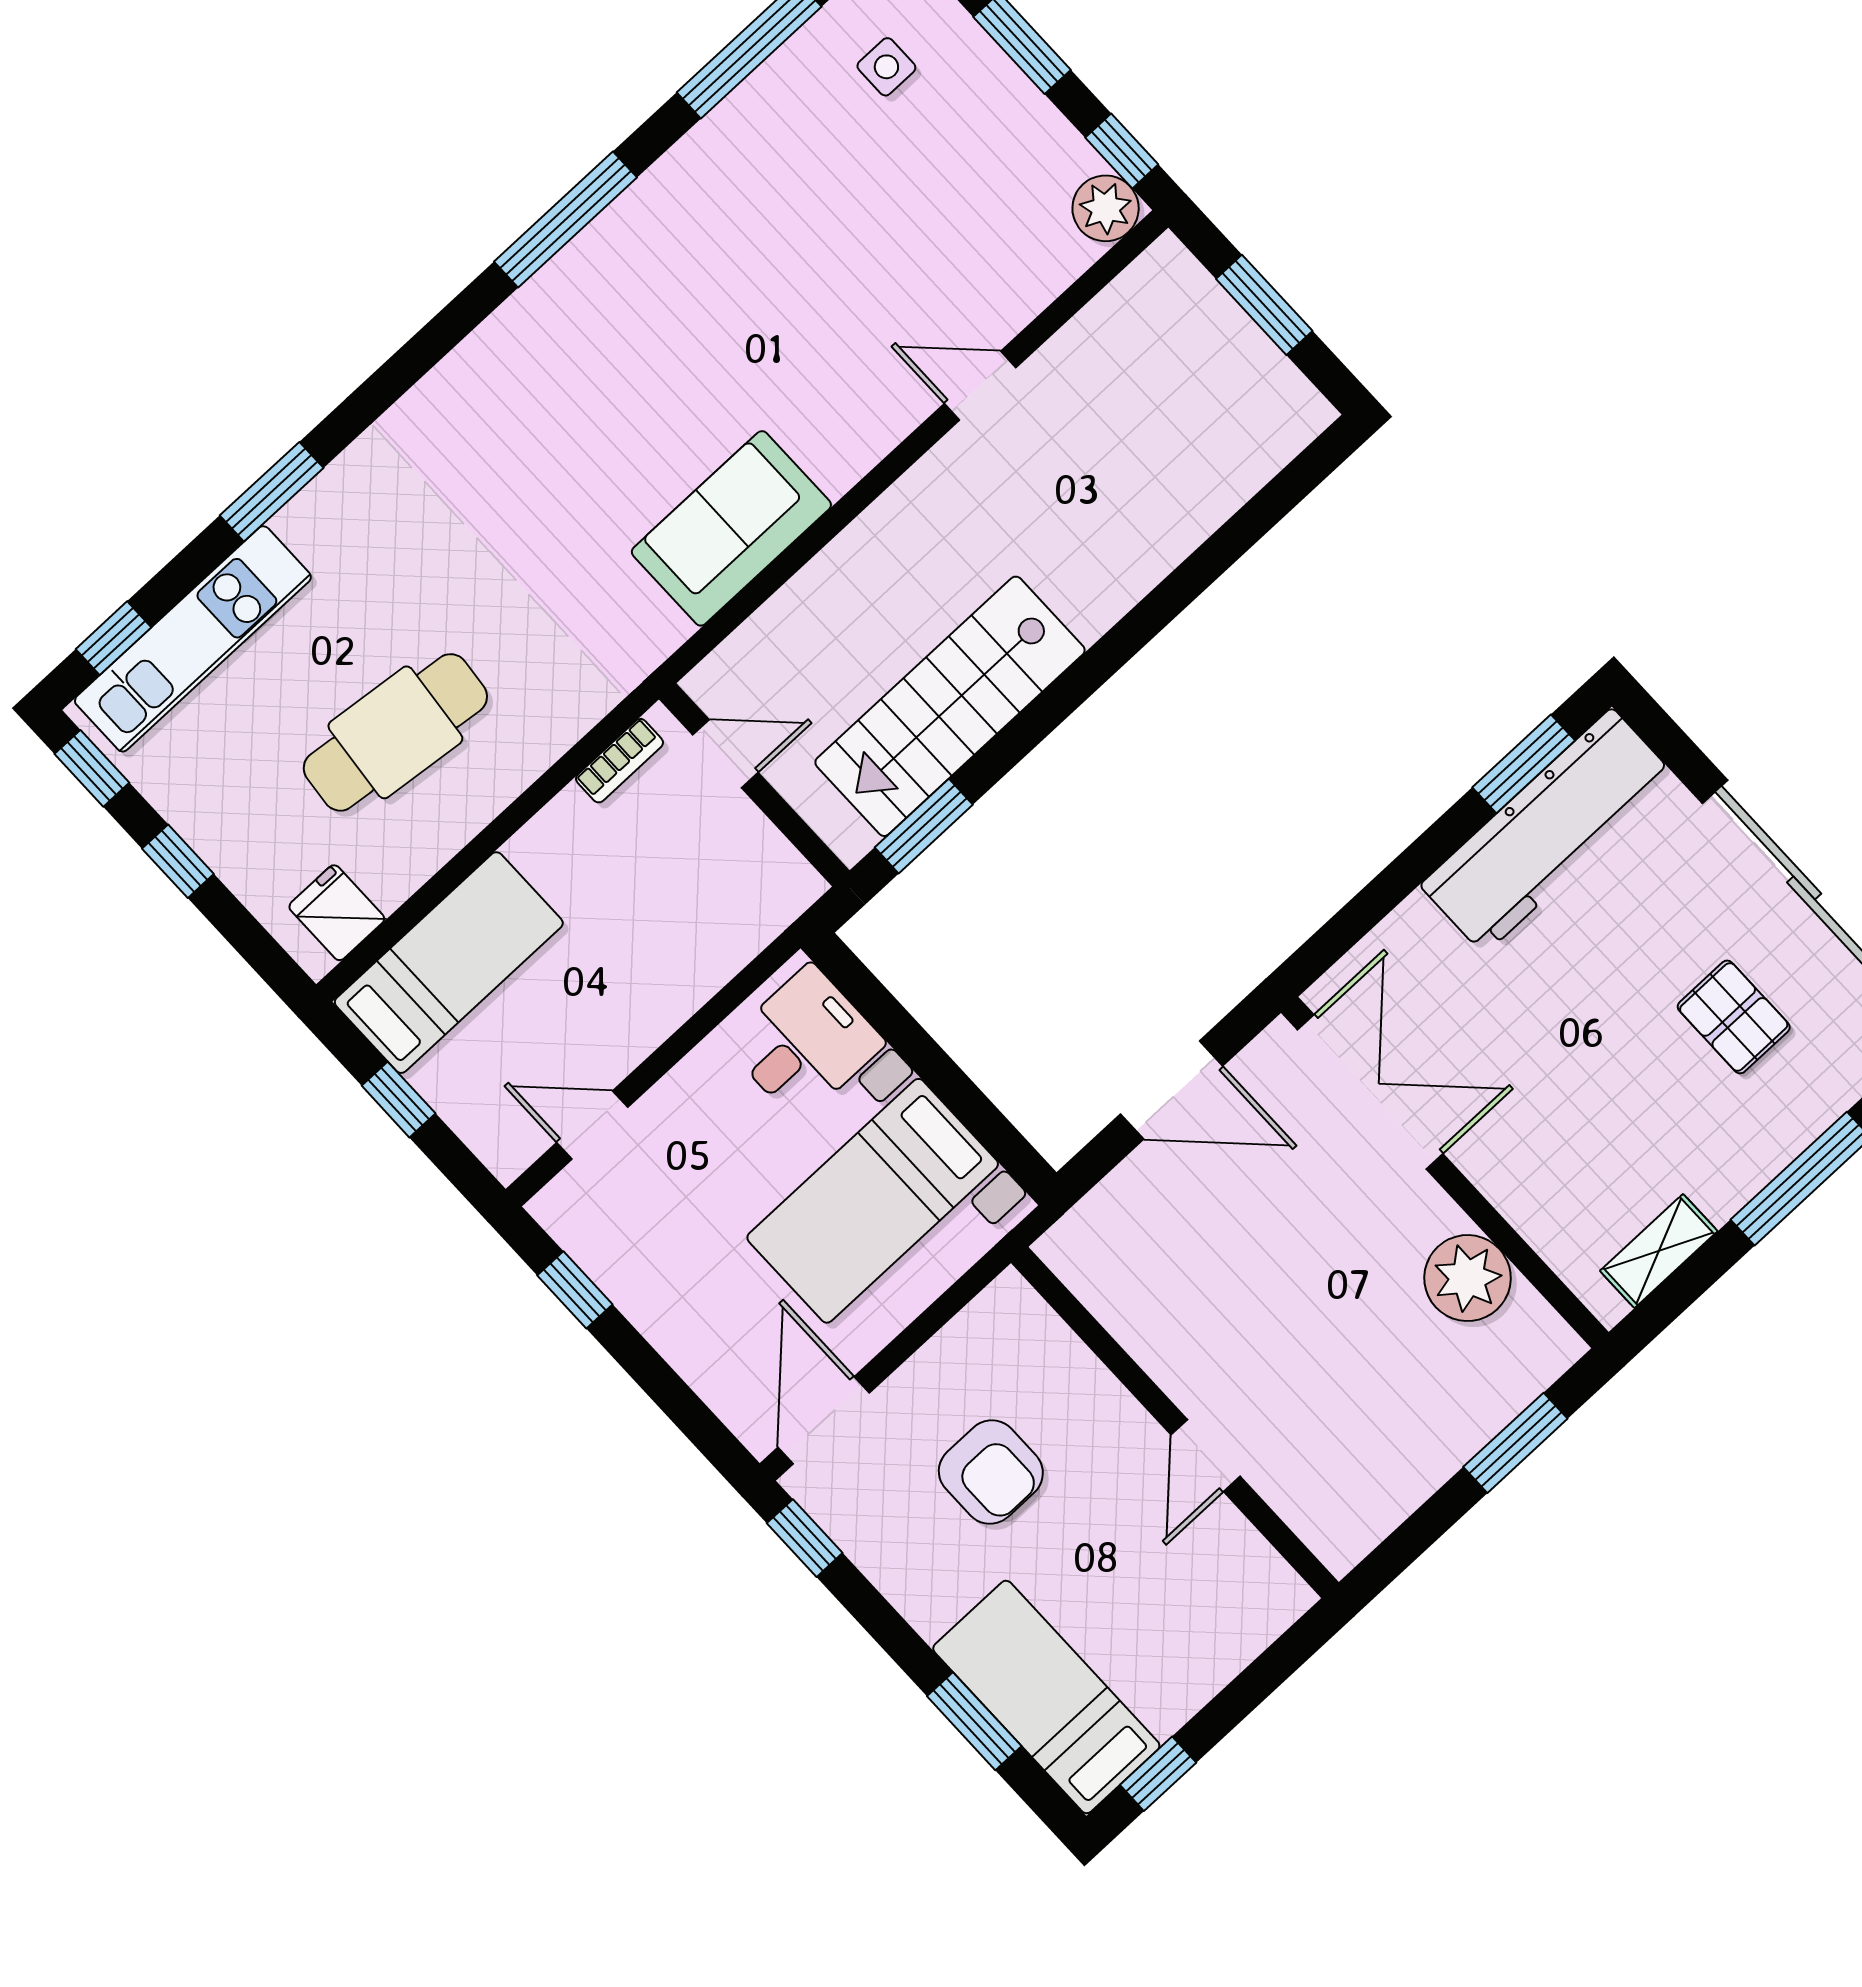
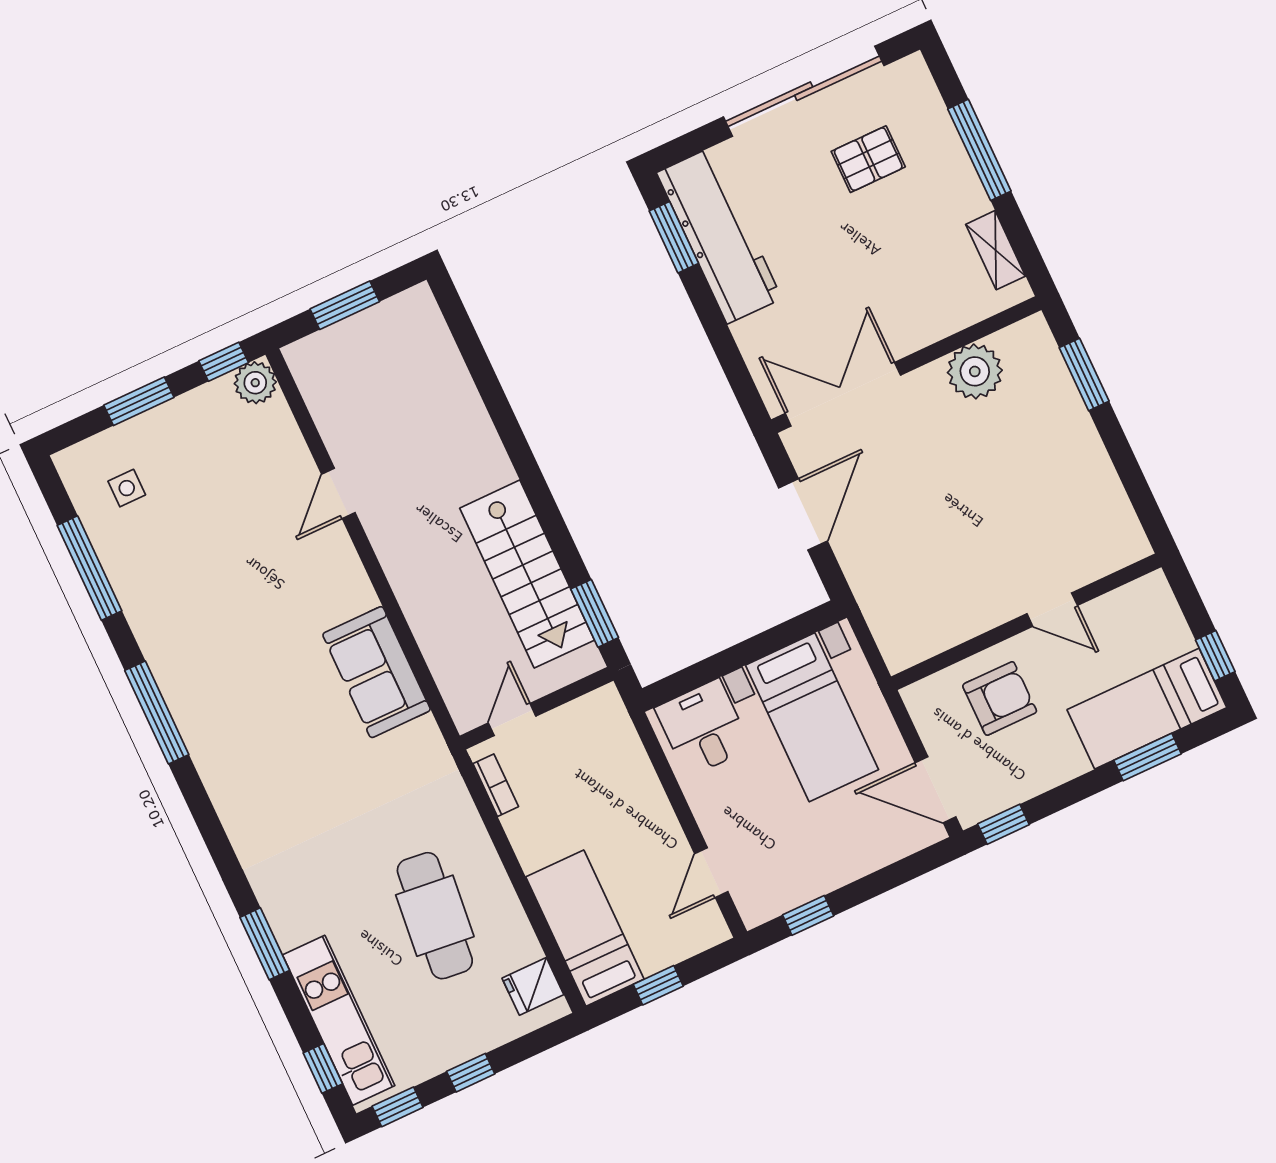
wall: (1175, 1423) -> (1026, 622), moved
door: (1205, 1456) -> (1052, 610), moved

